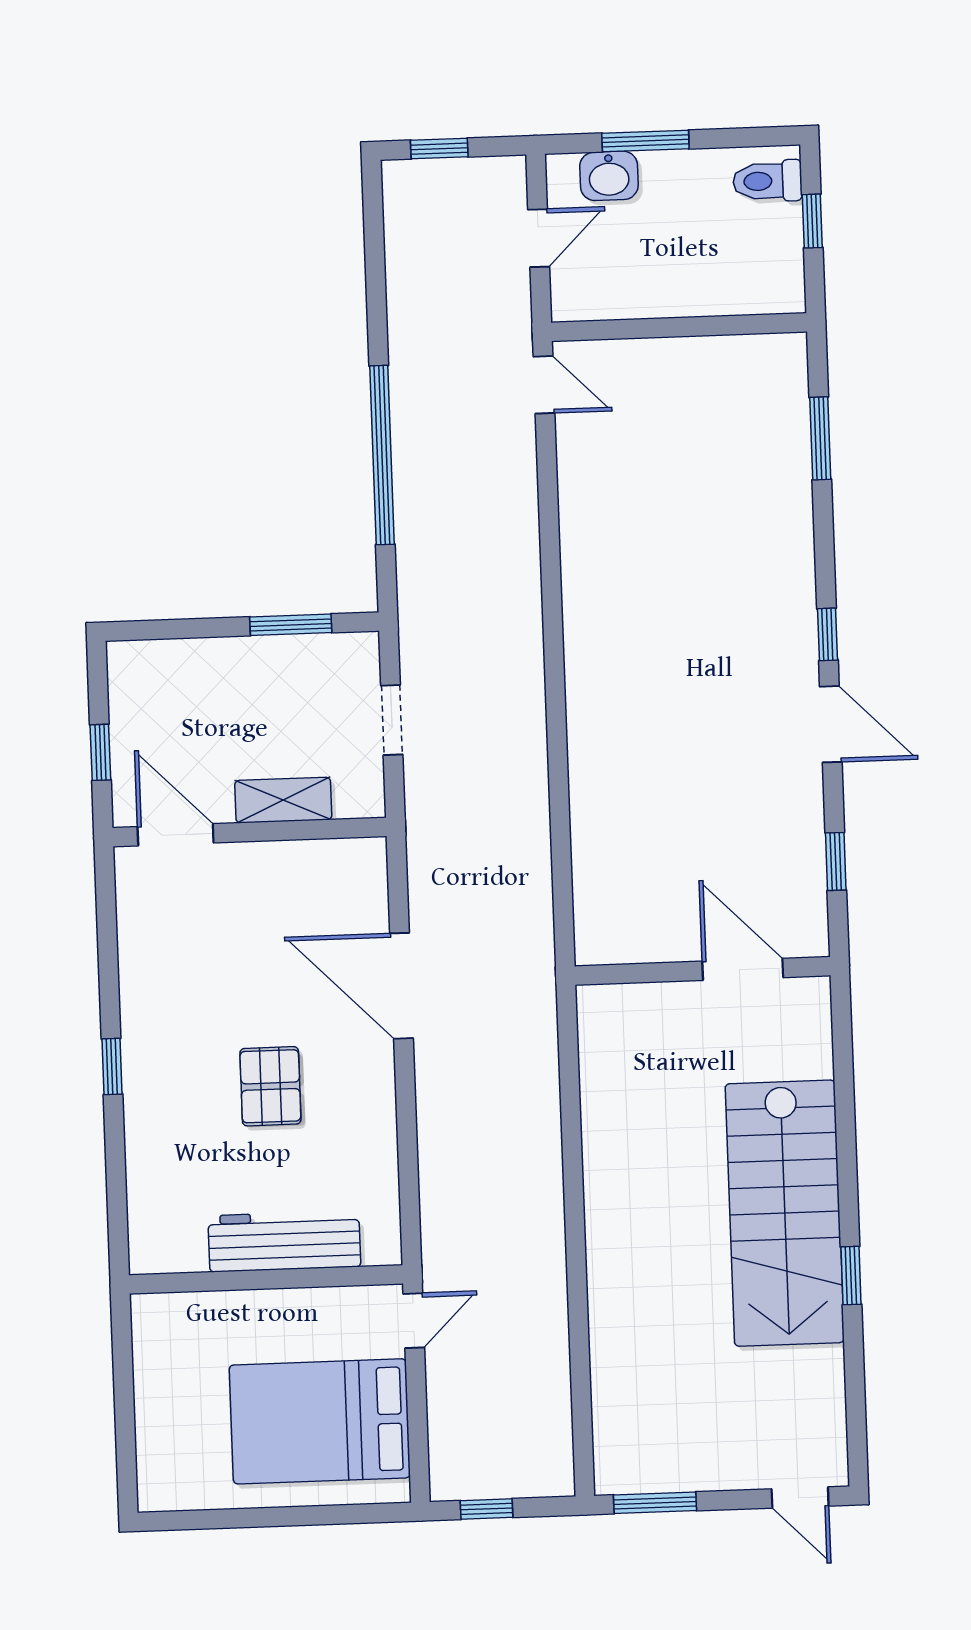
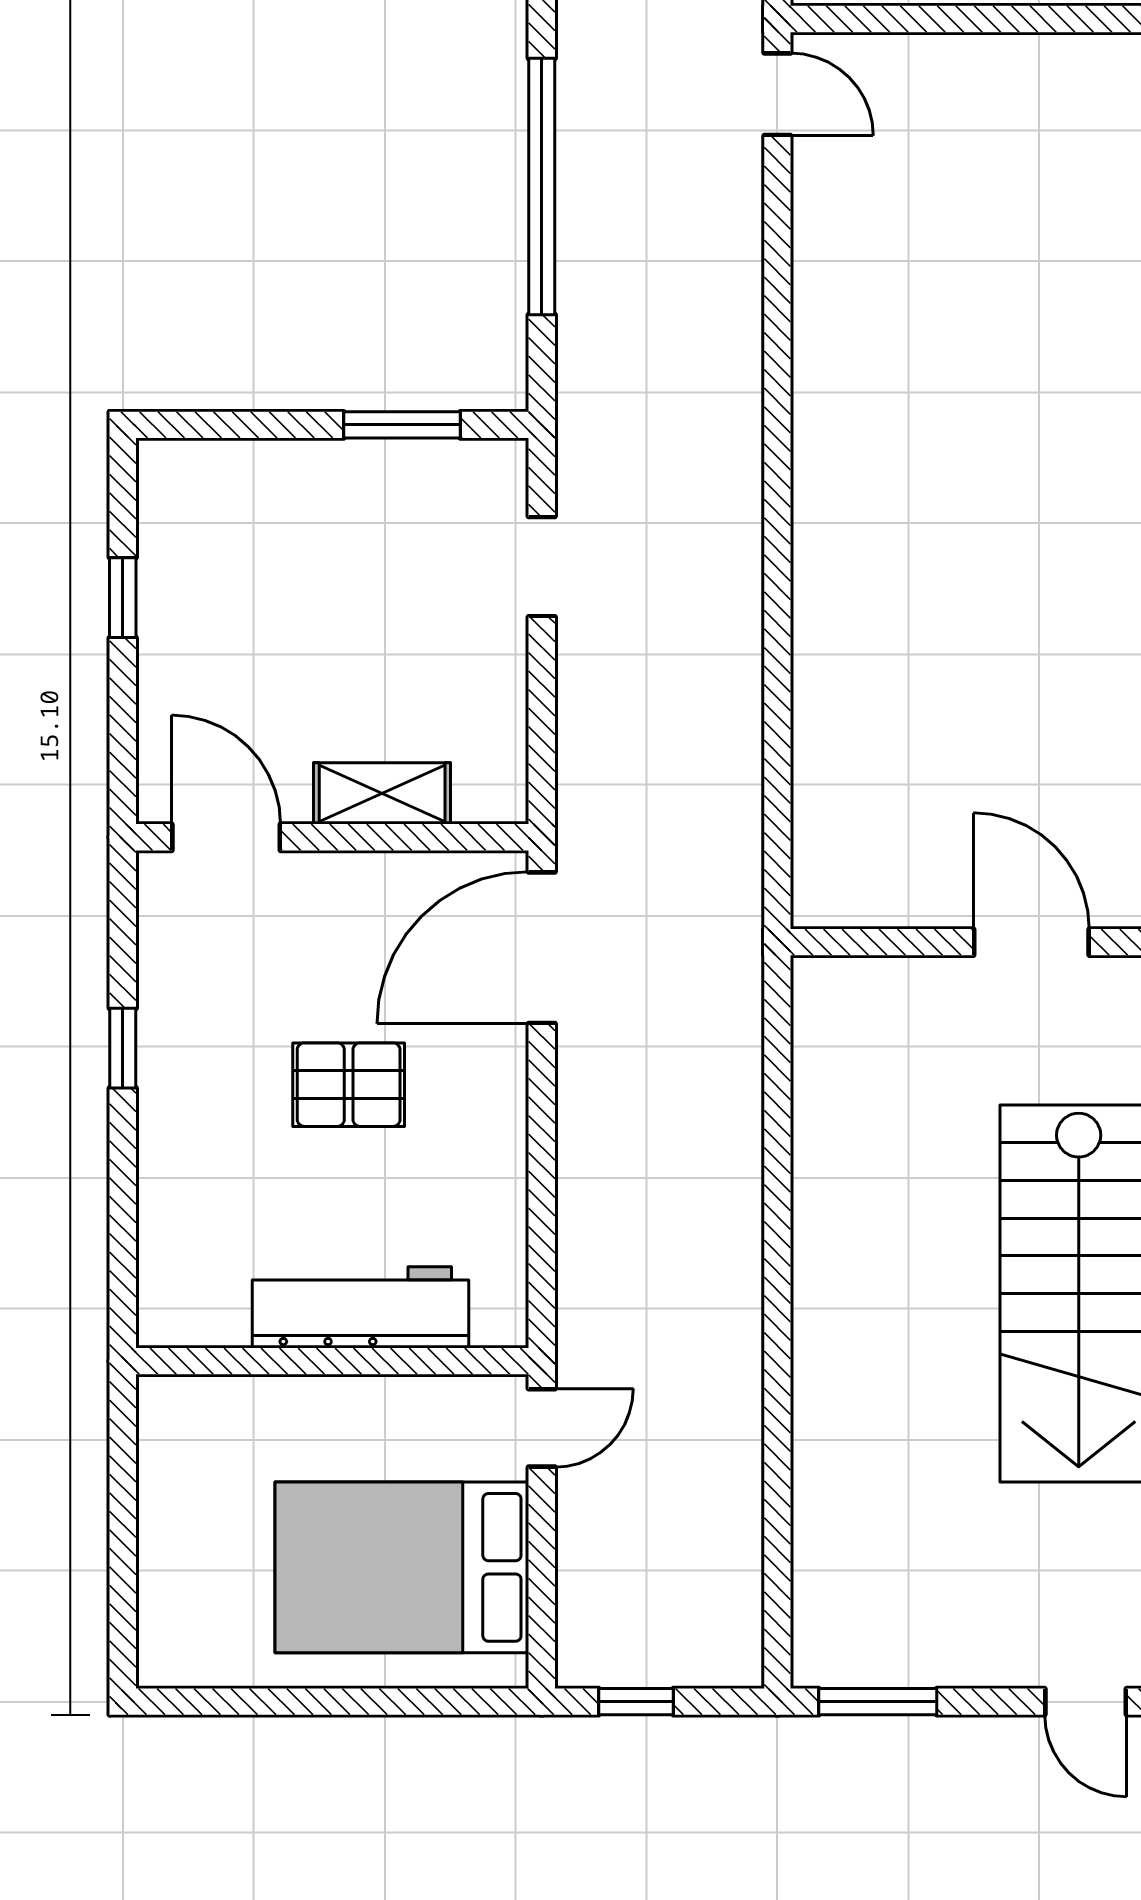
shelving: (283, 800) -> (382, 793), moved
wall: (250, 832) -> (332, 837), moved
door: (176, 835) -> (226, 837), moved
door: (402, 986) -> (542, 948), hinge flipped
pallet: (270, 1086) -> (349, 1085), turned 90

